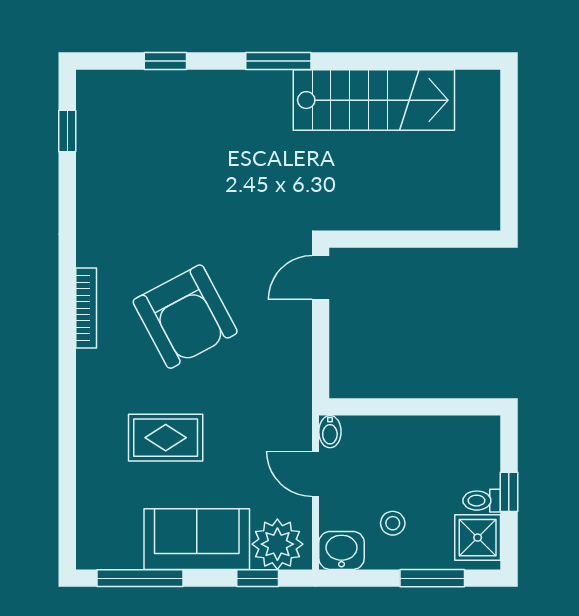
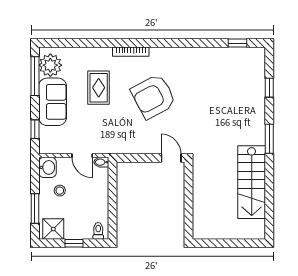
bookcase: (86, 308) -> (131, 52), moved
door: (316, 474) -> (82, 156), swing flipped
toilet: (482, 501) -> (98, 231), moved
plant: (277, 544) -> (50, 65), moved

